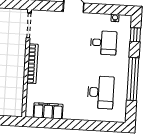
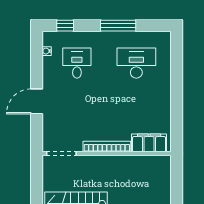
window: (133, 79) -> (118, 26), width x0.68
filing cabinet: (48, 111) -> (149, 143), moved, turned 90

